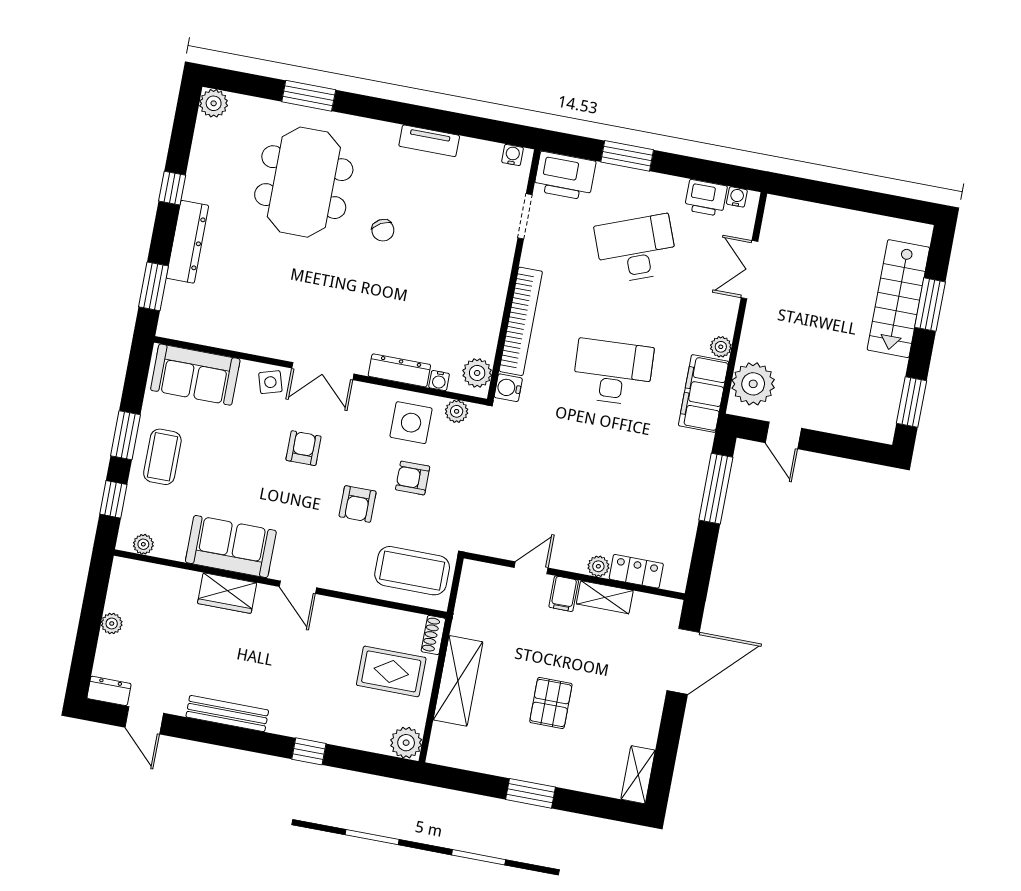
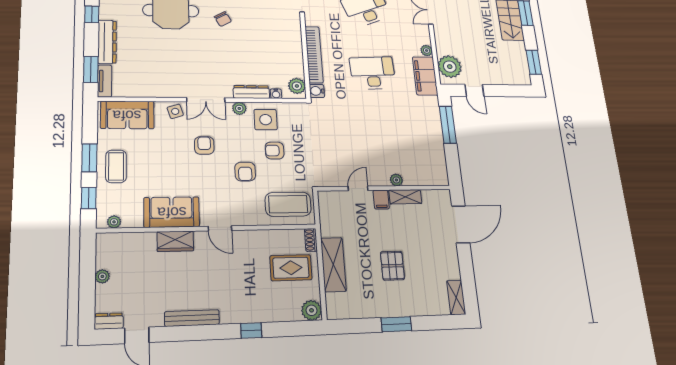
tv unit: (171, 310) -> (105, 81), added
plant: (457, 411) -> (239, 108), moved
locker: (636, 571) -> (419, 179), removed

